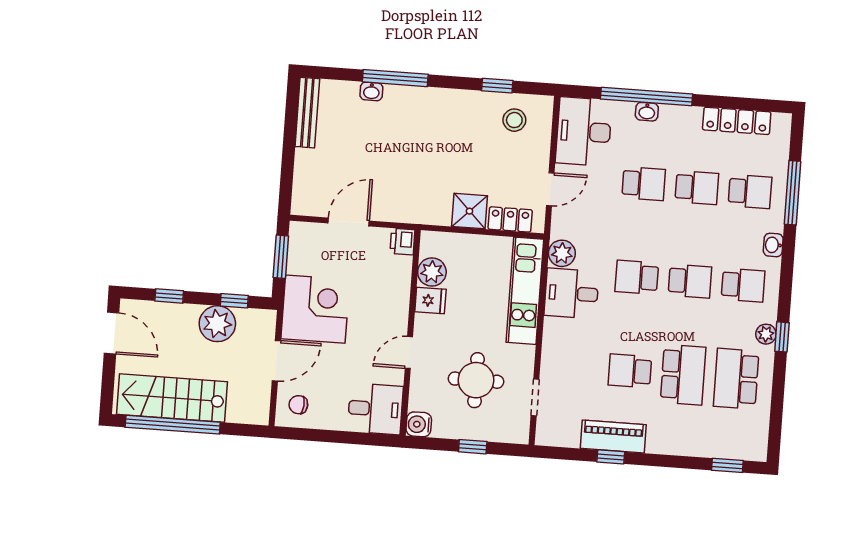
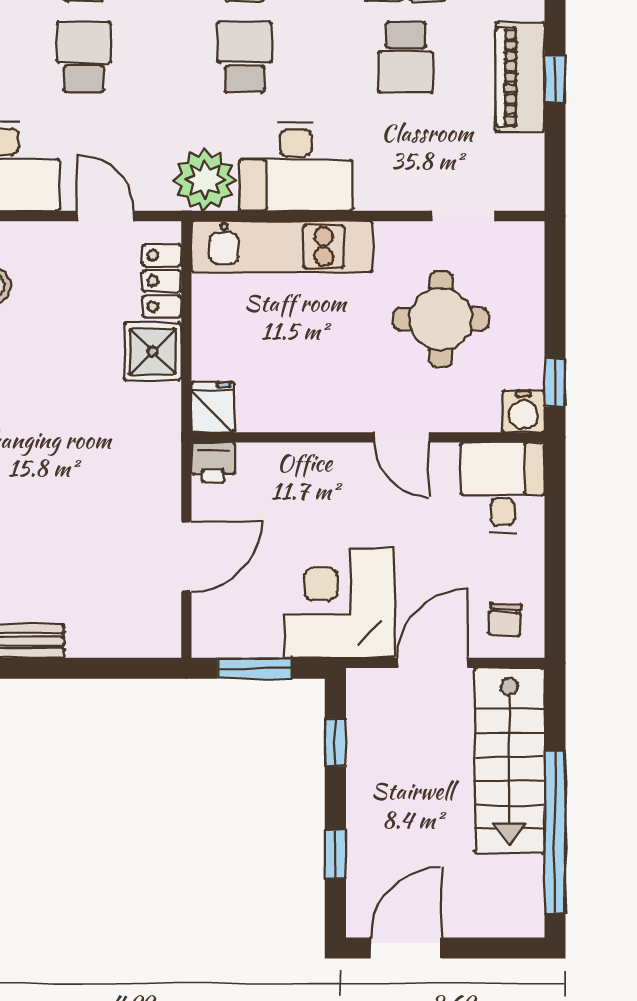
door: (349, 222) -> (186, 557), swing flipped
plant: (562, 253) -> (205, 180), width x1.36, depth x1.36
plant: (432, 272) -> (261, 408), removed
school desk: (637, 277) -> (245, 57), turned 180
desk: (572, 293) -> (296, 167), width x1.37
fridge: (430, 301) -> (213, 407), moved
plant: (217, 324) -> (377, 768), removed
door: (276, 361) -> (433, 663), hinge flipped
stairs: (172, 398) -> (510, 761), moved
window: (473, 447) -> (555, 382), moved

